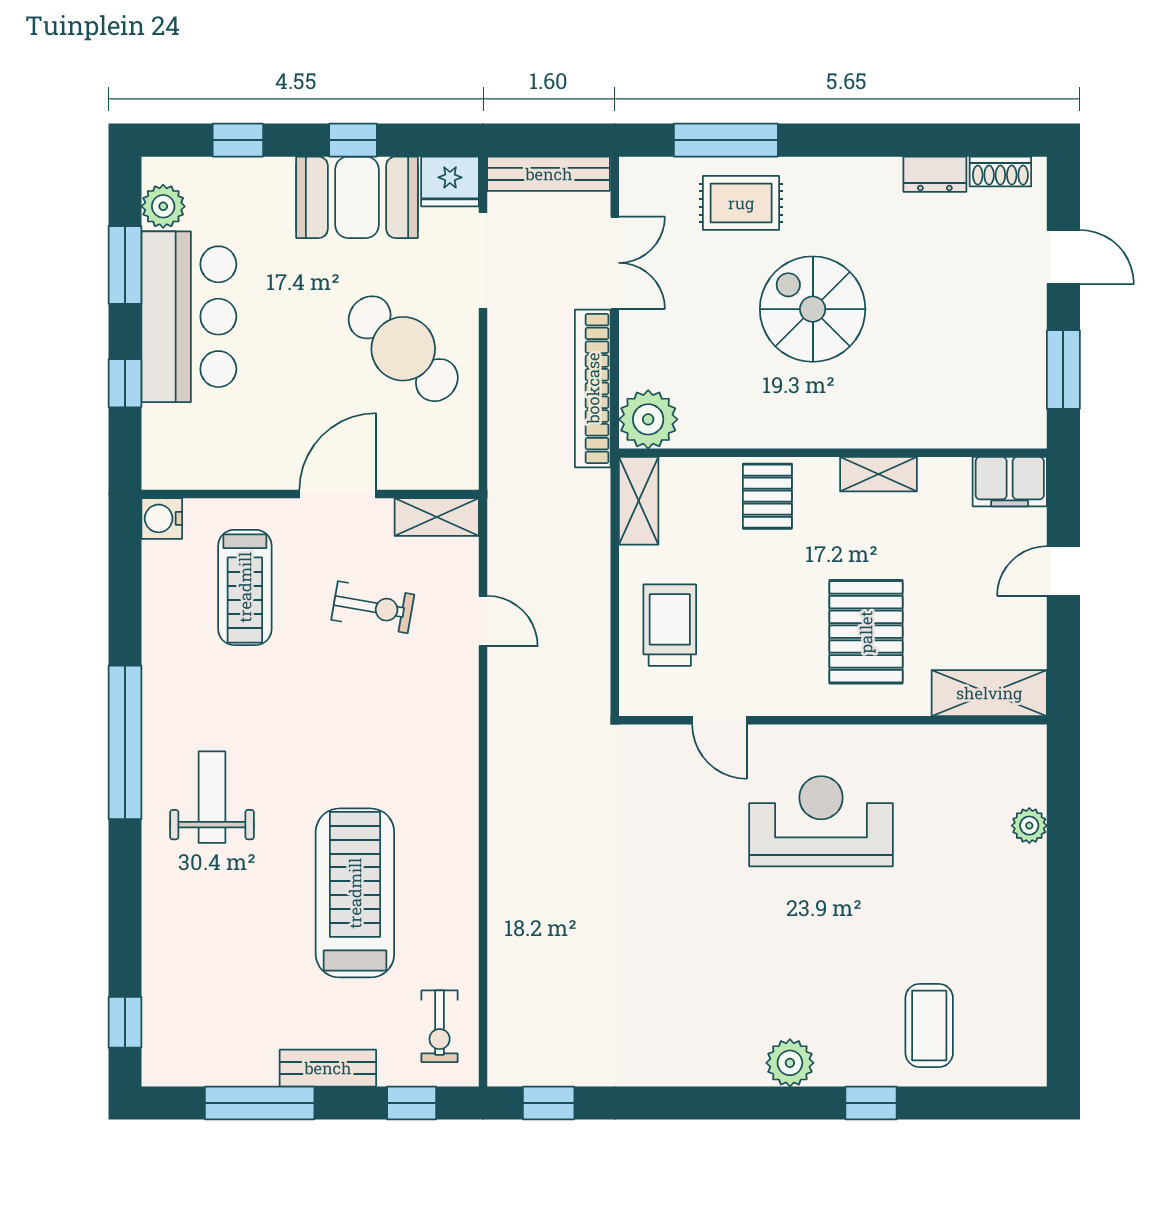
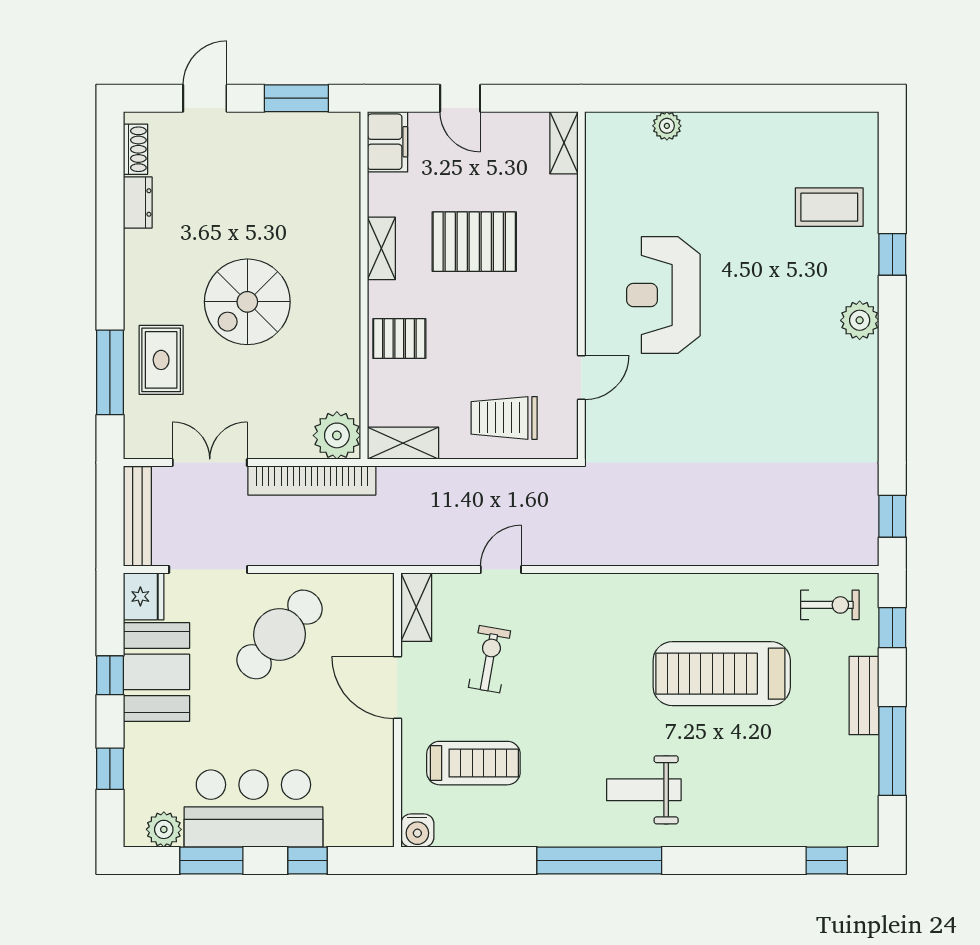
pallet: (866, 632) -> (474, 242), moved
shelving: (989, 693) -> (564, 143), width x0.67, depth x0.75

